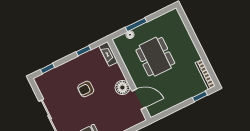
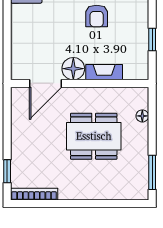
window: (136, 25) -> (152, 172), moved
fireplace: (108, 54) -> (104, 72), moved
armchair: (86, 89) -> (97, 16), turned 180

